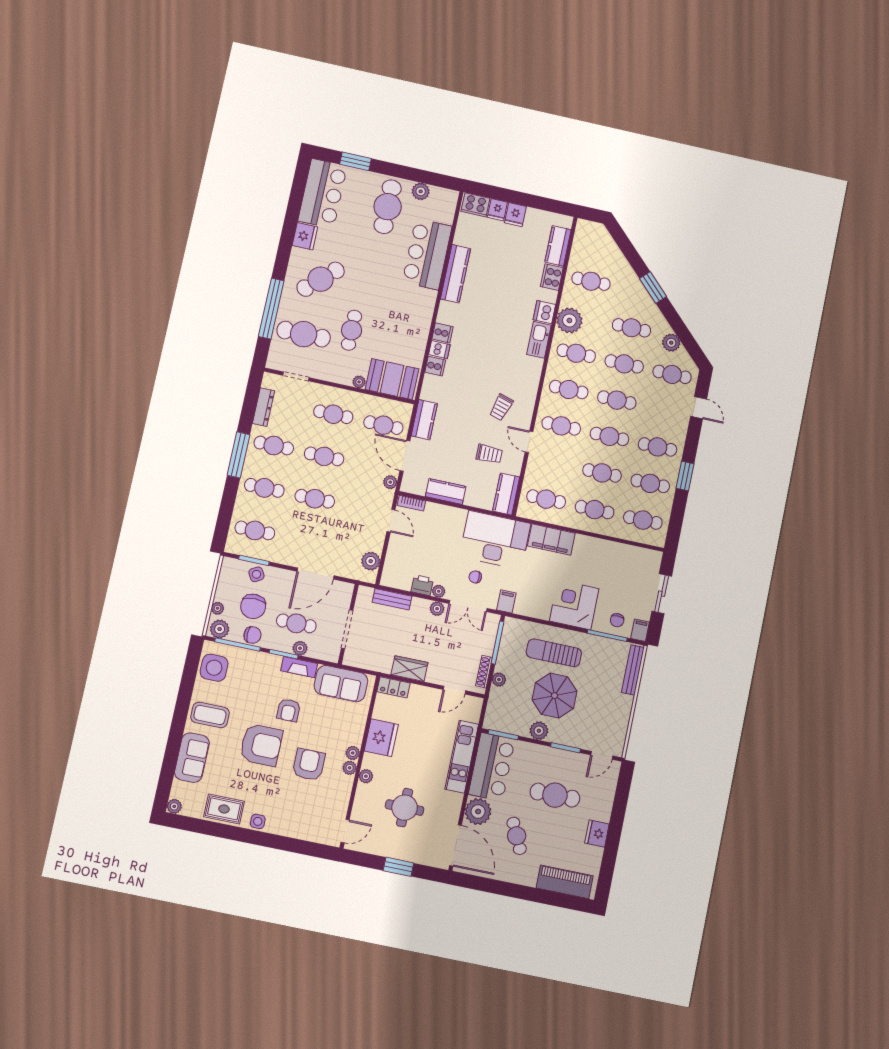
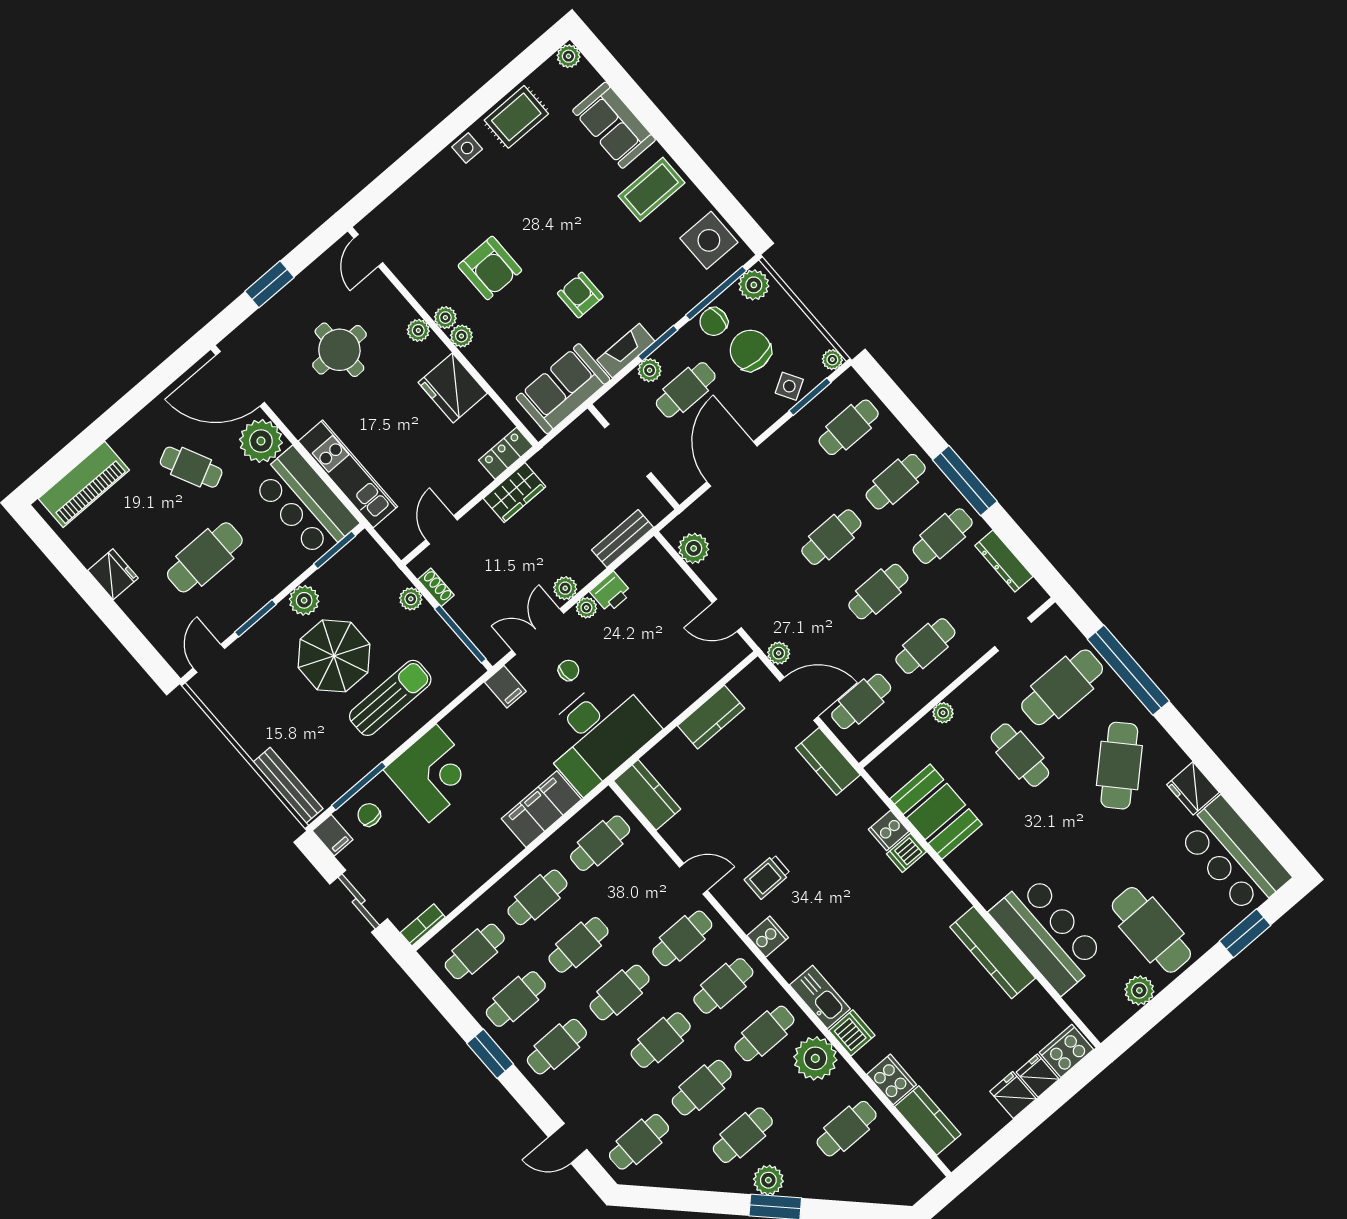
cooker: (443, 333) -> (768, 937), moved, turned 180
plant: (671, 343) -> (768, 1180), moved
booth: (392, 379) -> (936, 812), moved, turned 90
trolley: (501, 407) -> (767, 877), turned -107
trolley: (489, 454) -> (717, 813), removed
bookcase: (411, 503) -> (423, 925), moved
plant: (217, 608) -> (832, 360), moved
shoe rack: (484, 672) -> (436, 587), width x0.70
armchair: (261, 745) -> (562, 226), removed

